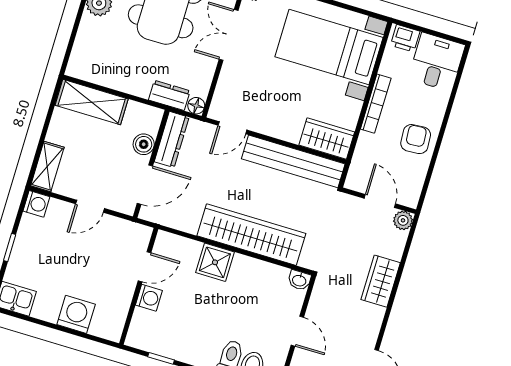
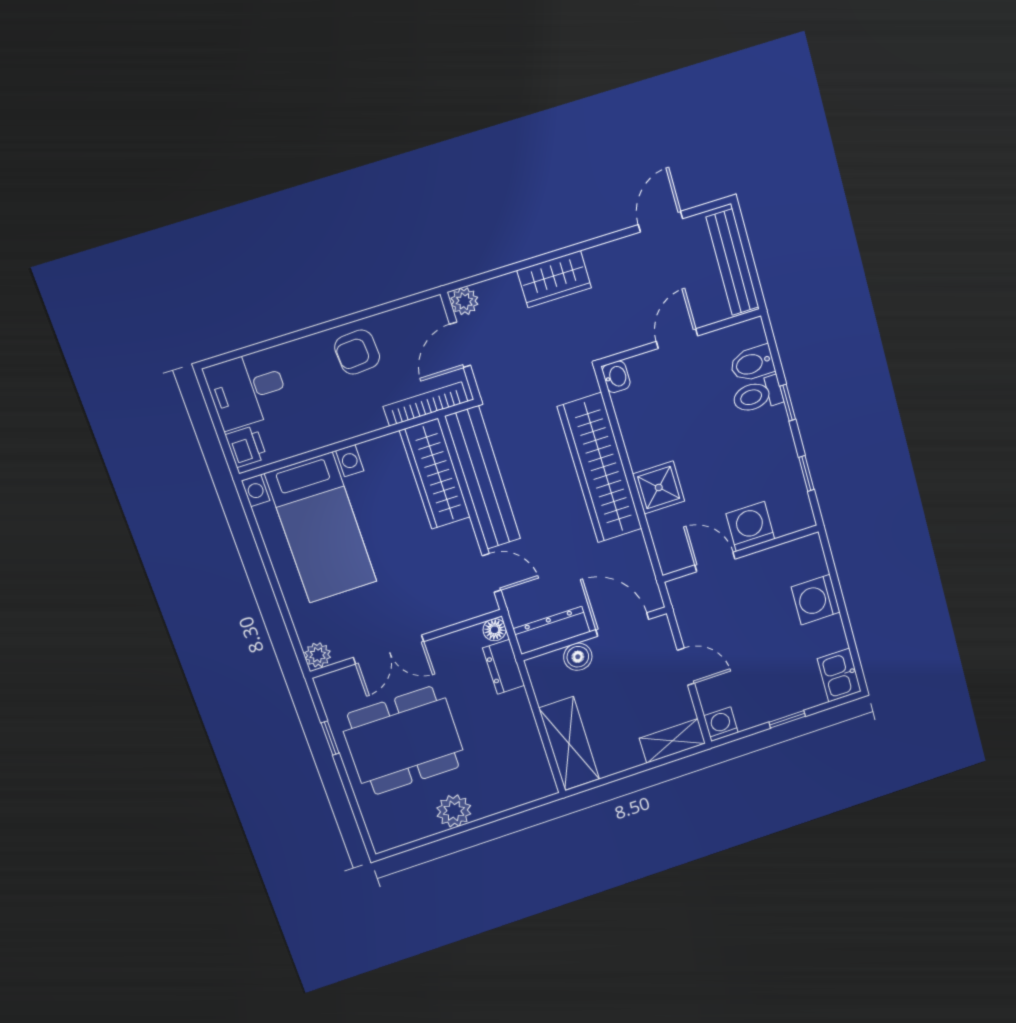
bookcase: (376, 104) -> (425, 404), moved
wardrobe: (327, 139) -> (435, 474), width x1.50
washing machine: (149, 298) -> (750, 526), width x1.38, depth x1.38

